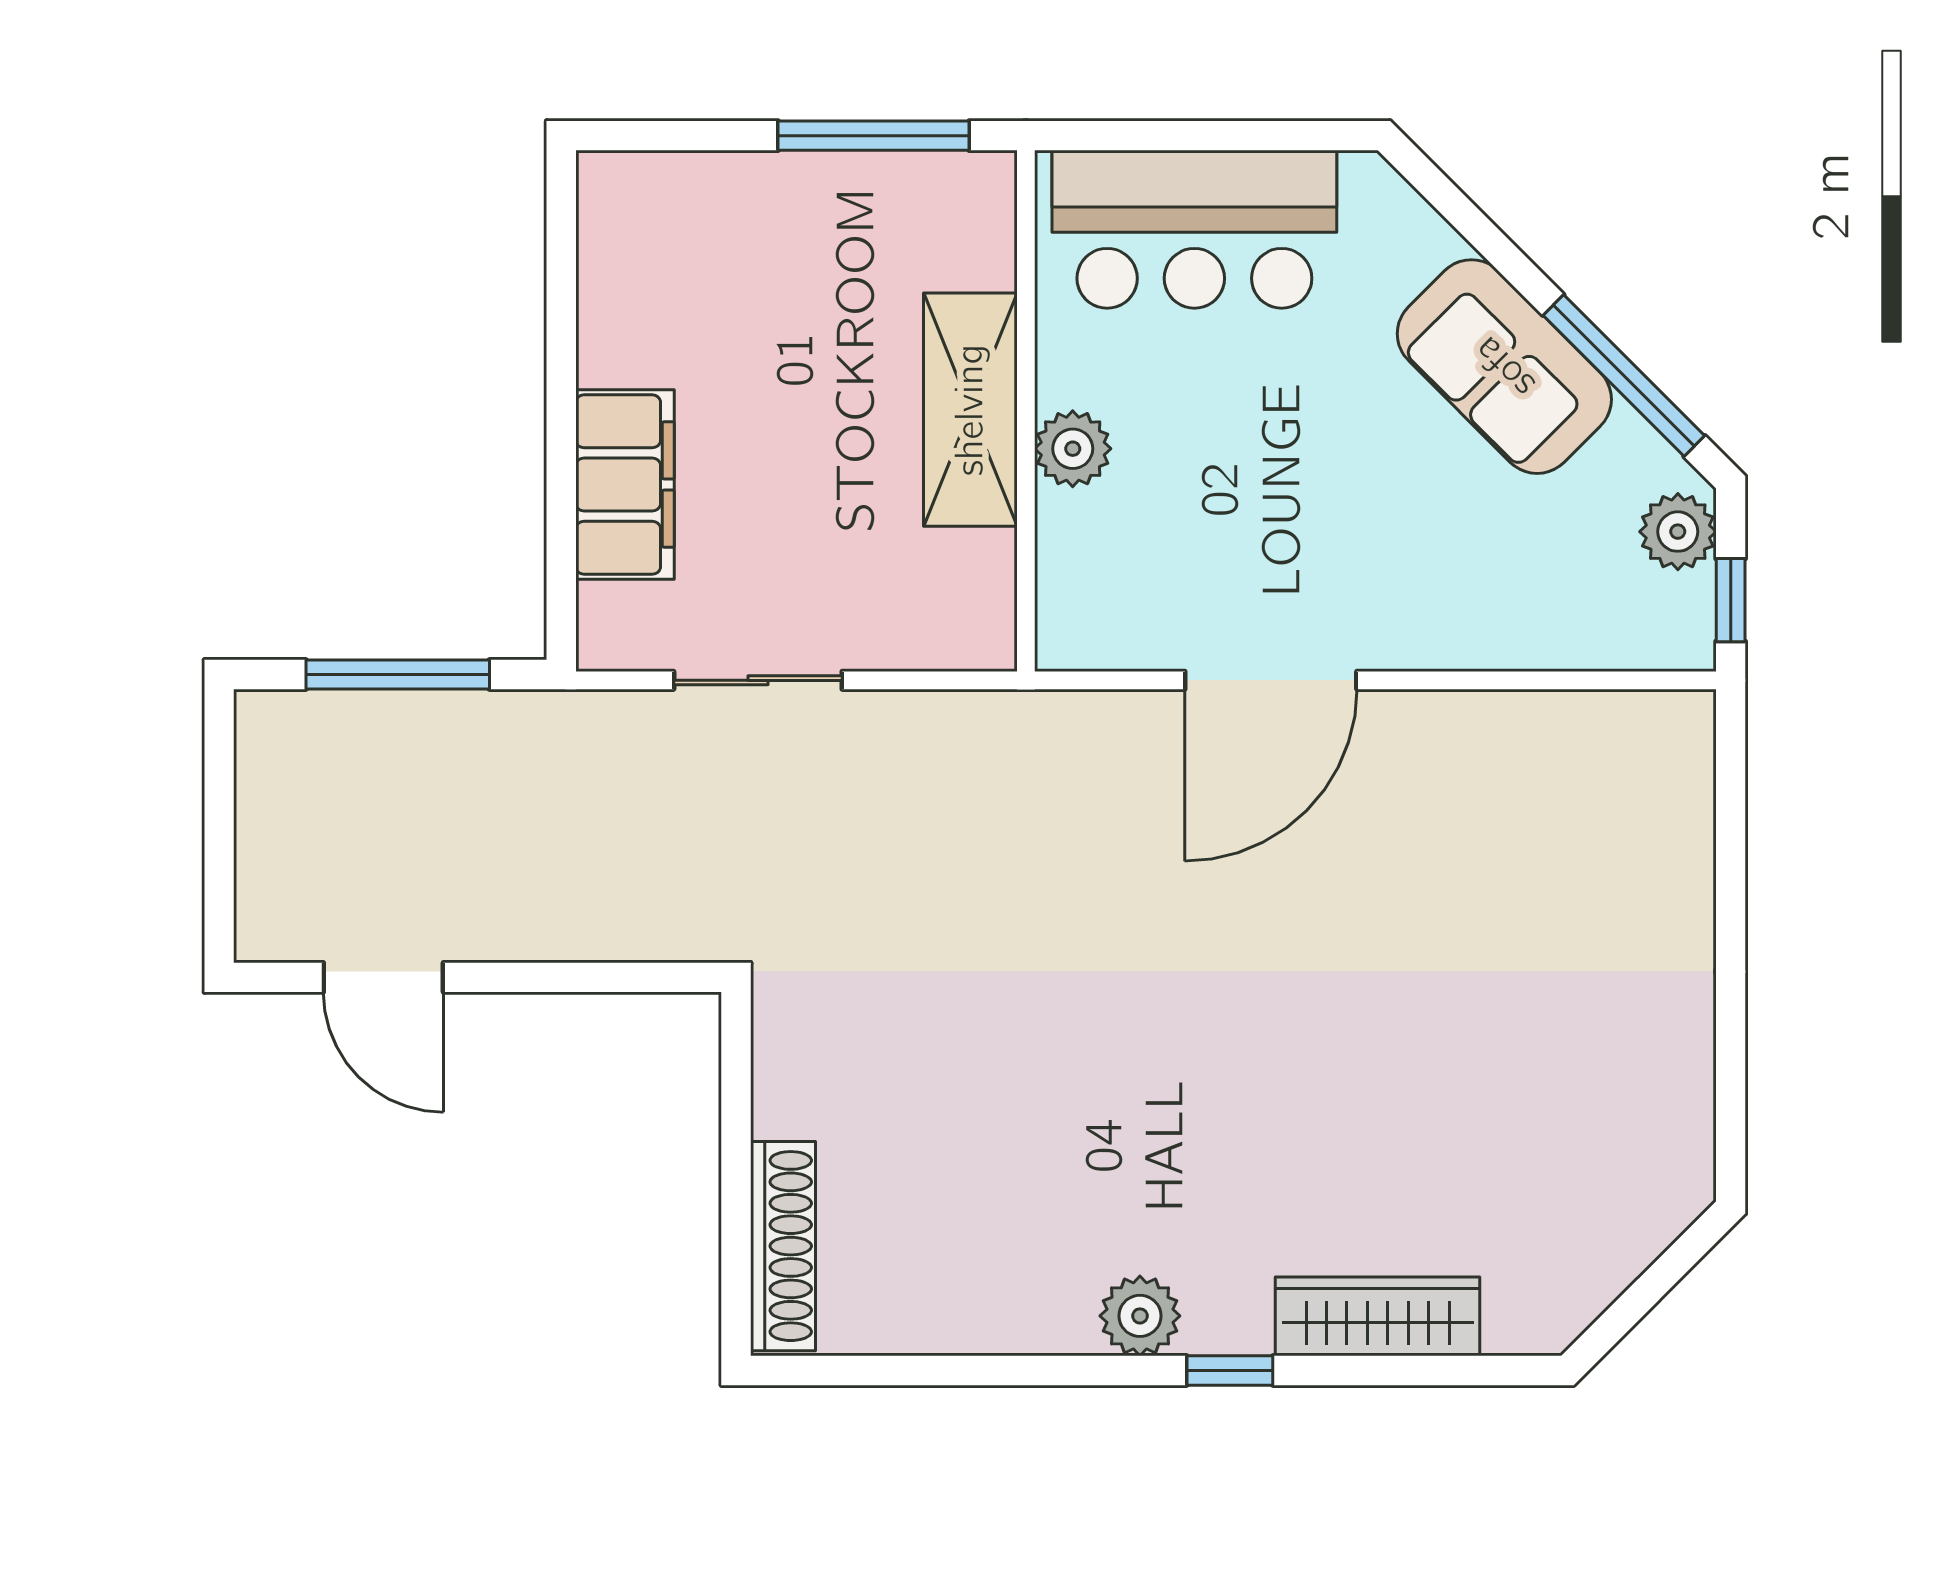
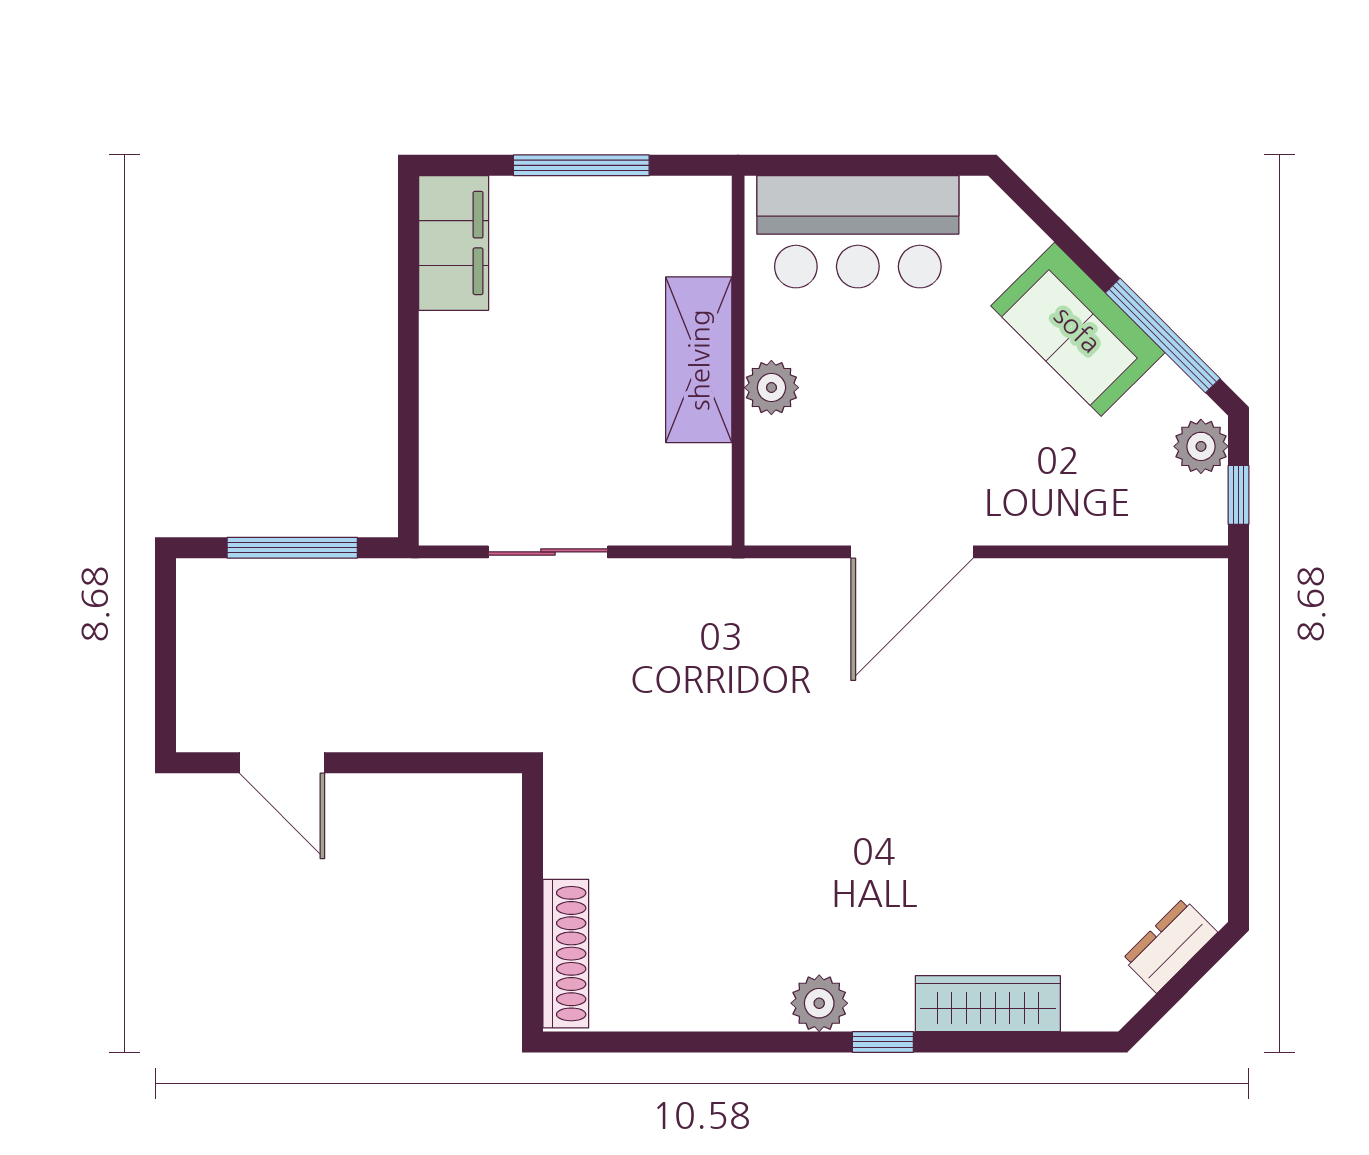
window: (874, 136) -> (581, 165), moved
filing cabinet: (625, 485) -> (454, 243), moved
dresser: (1634, 1235) -> (1170, 946), added

